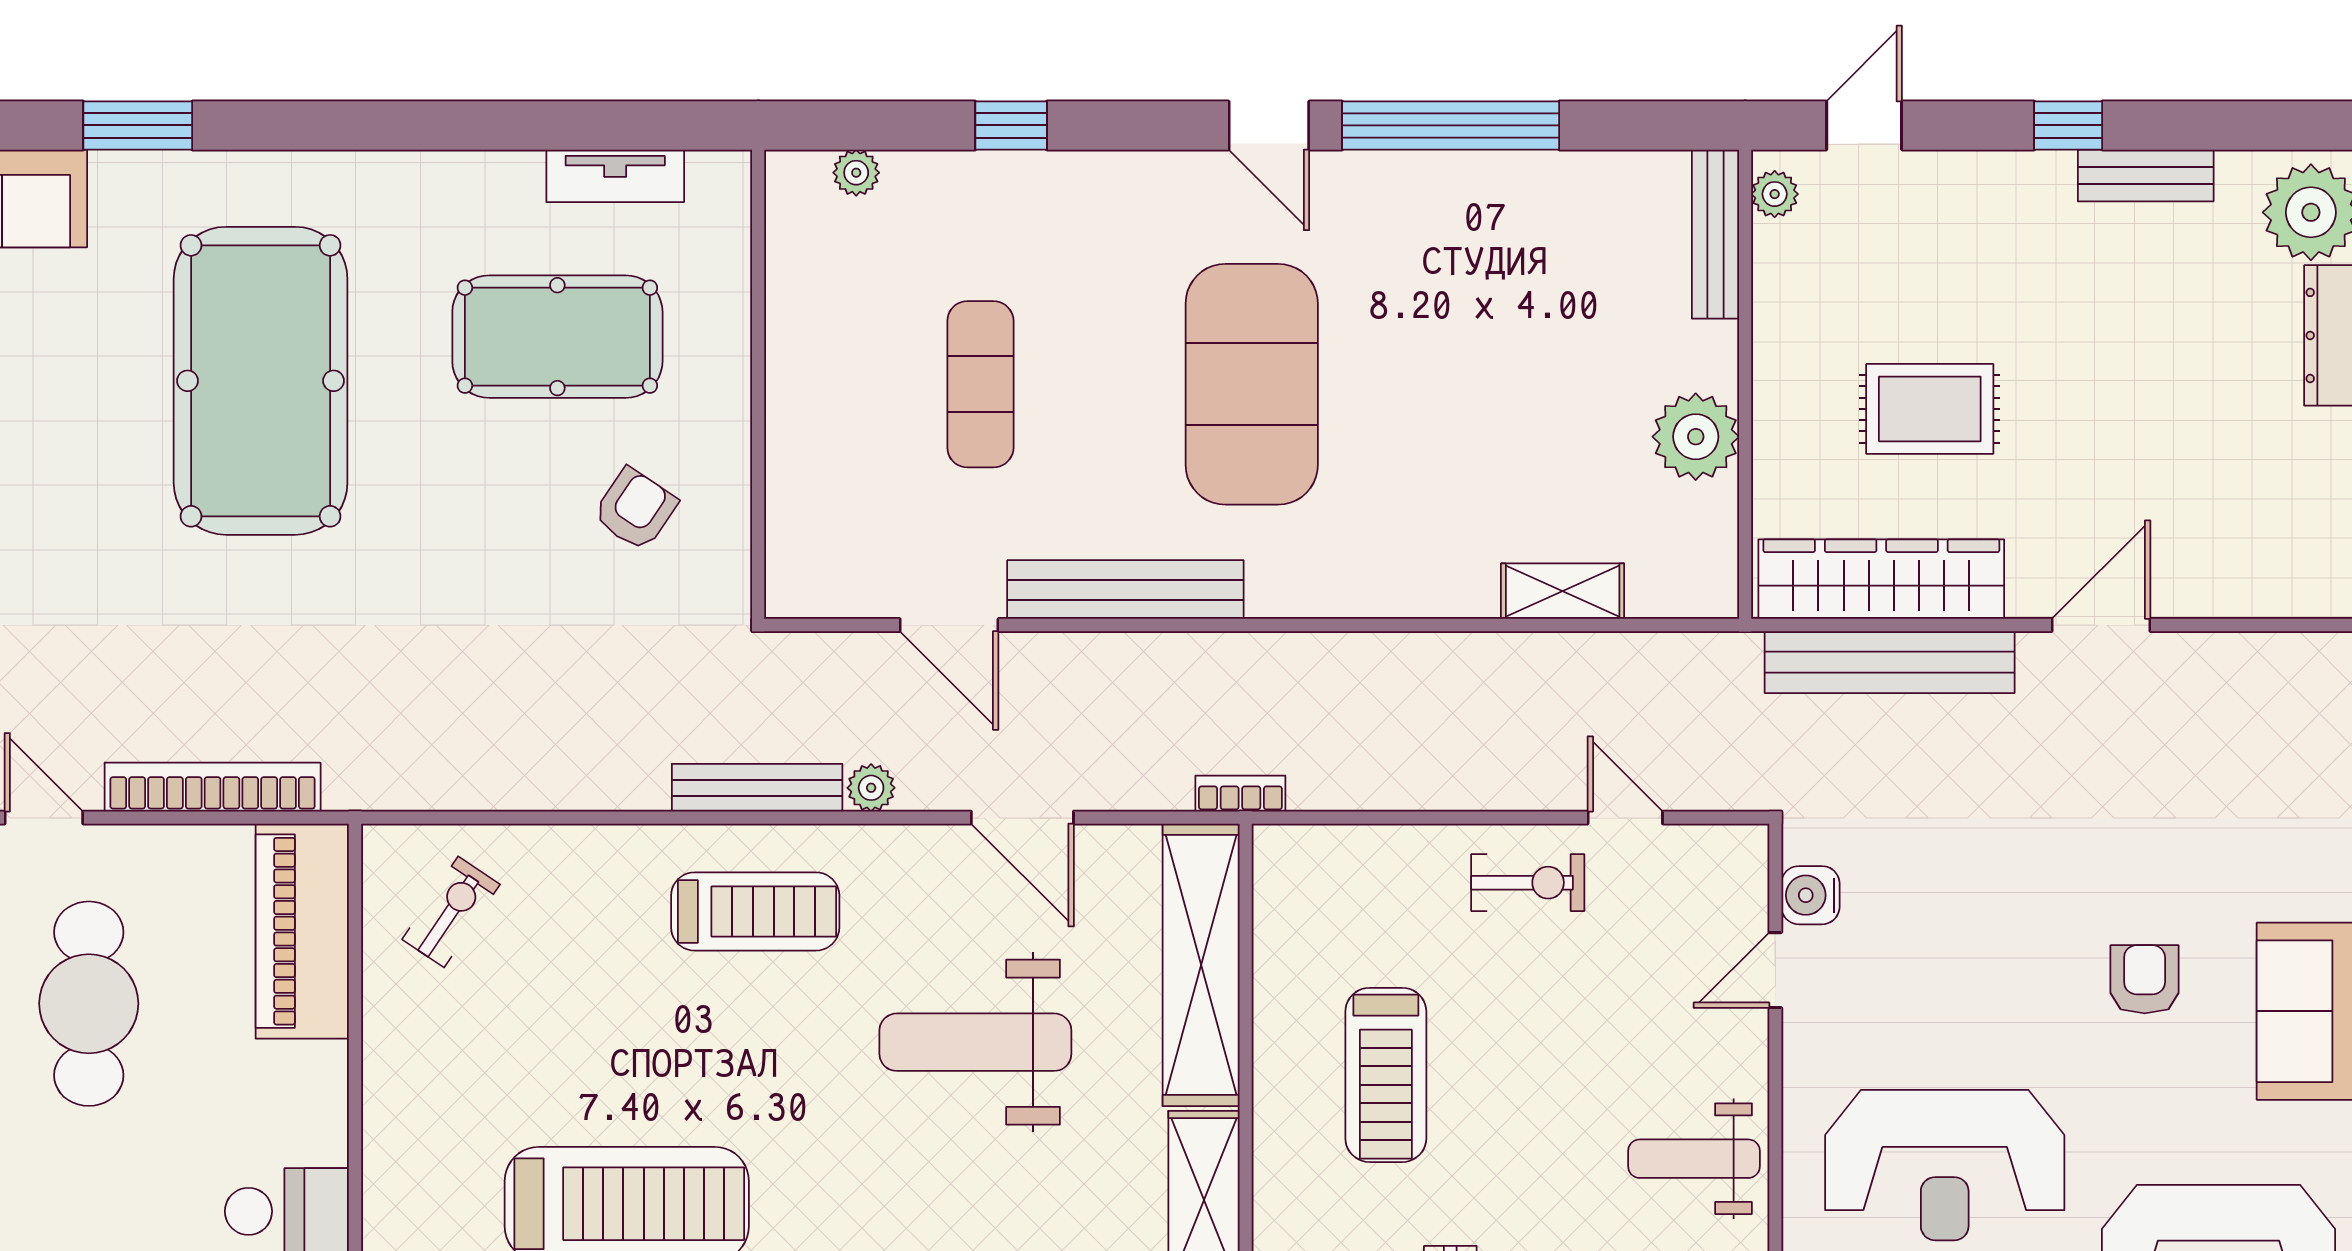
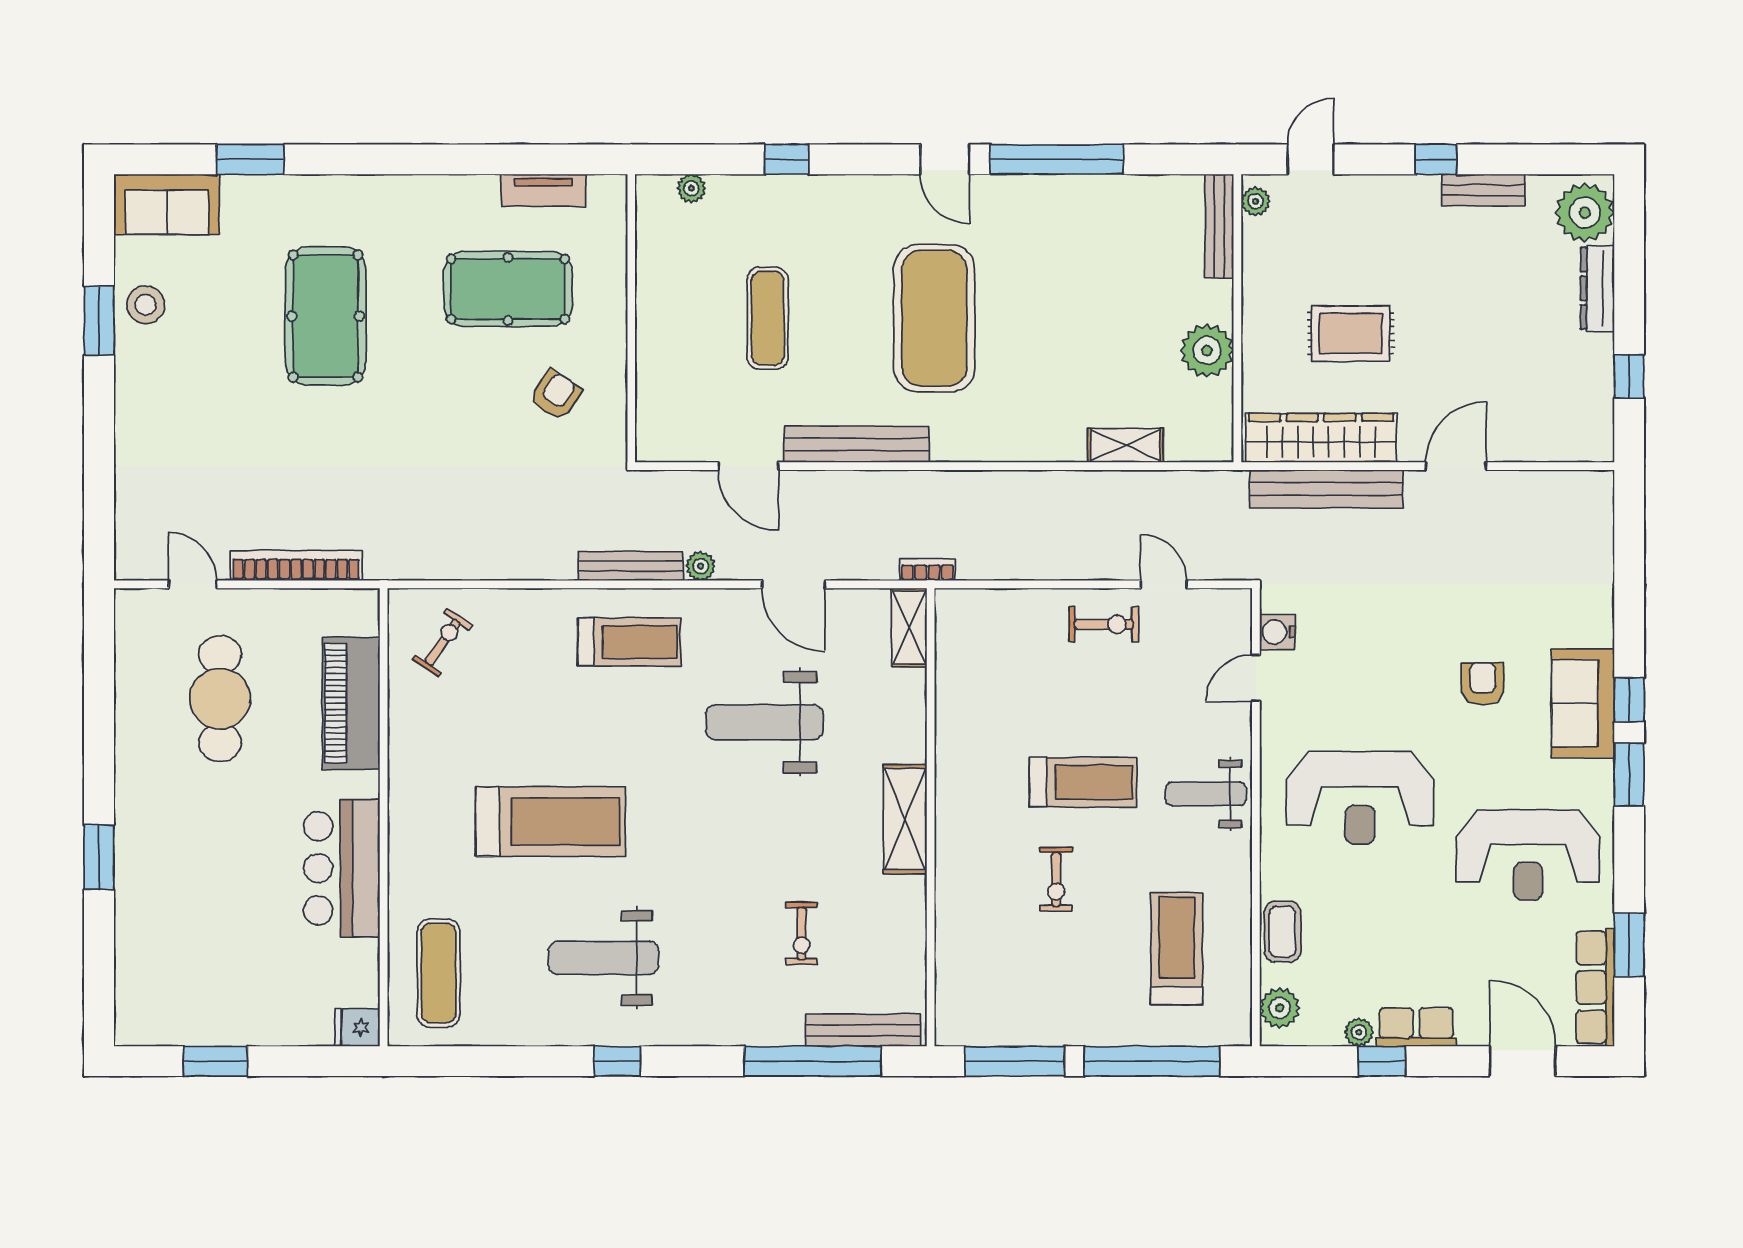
pool table: (261, 381) -> (326, 316), width x0.73, depth x0.76
piano: (302, 931) -> (351, 703), moved
shelving: (1201, 965) -> (909, 627), width x0.45, depth x0.75
treadmill: (1386, 1075) -> (1083, 782), moved, turned -90

